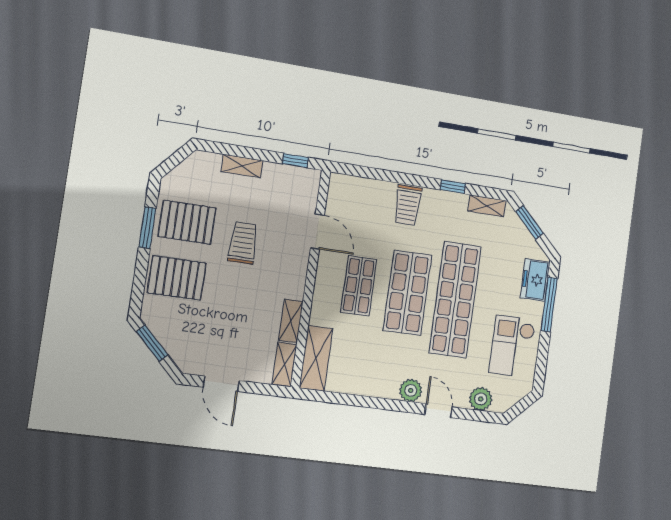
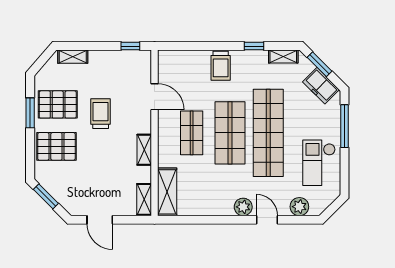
shelving: (242, 166) -> (73, 57), moved
freezer: (535, 280) -> (321, 86), moved, turned -45
shelving: (291, 321) -> (144, 150), moved

